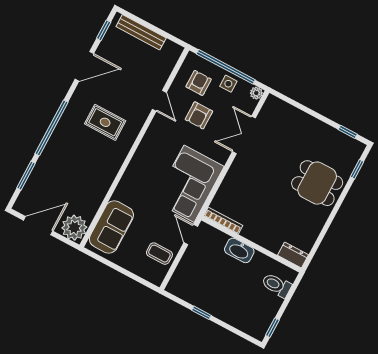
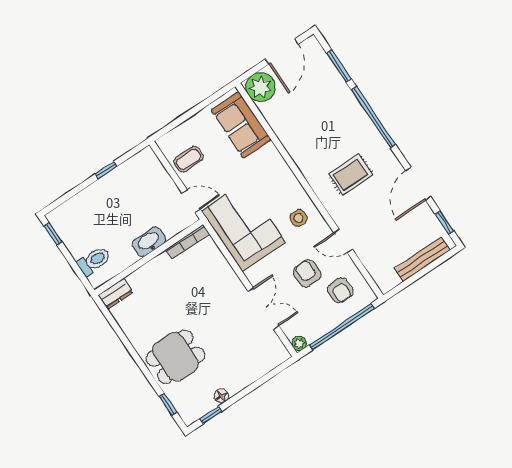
side table: (228, 84) -> (299, 218), moved
floor lamp: (329, 132) -> (221, 396), added

